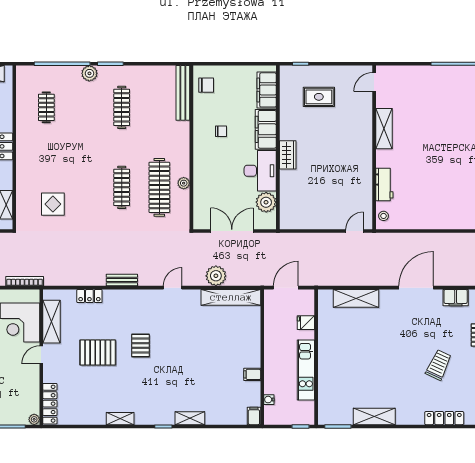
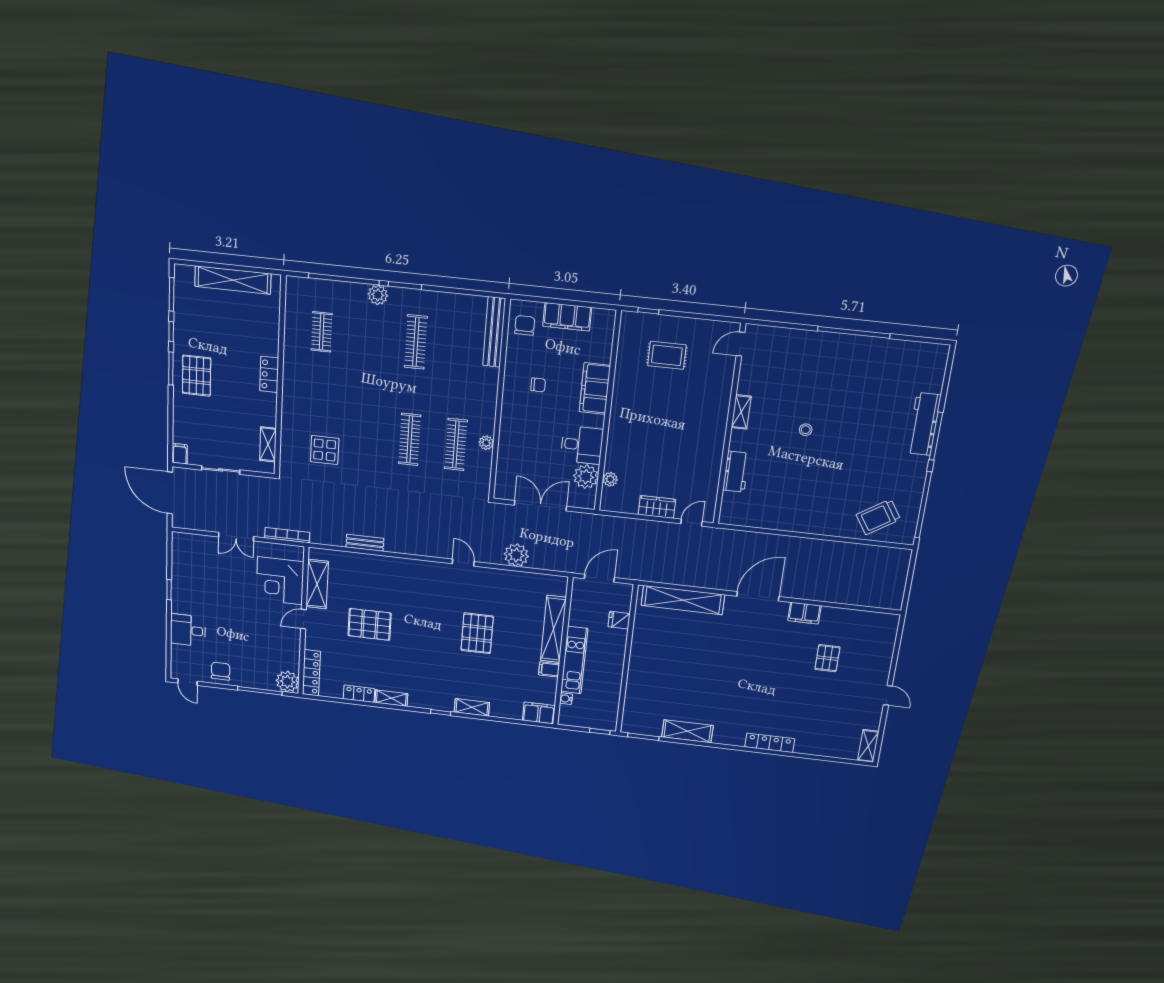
chair: (206, 85) -> (525, 325), turned -90
filing cabinet: (267, 90) -> (567, 317), moved, turned -90
shelving: (384, 129) -> (741, 412), width x0.67, depth x0.75
wardrobe: (288, 155) -> (657, 507), moved, turned -90
desk: (260, 171) -> (582, 445), width x0.73
clothes rail: (159, 187) -> (456, 444), width x0.73, depth x0.76
plant: (286, 202) -> (610, 479), added
stool: (384, 216) -> (806, 430), moved
bench: (122, 280) -> (365, 543), moved
door: (173, 288) -> (463, 563), hinge flipped
locker: (89, 296) -> (359, 694), moved, turned 180
shelving: (231, 297) -> (553, 629), moved, turned 90
shelving: (356, 298) -> (683, 600), width x1.47
pallet: (141, 345) -> (477, 633), moved, width x1.50, depth x1.42
trolley: (439, 365) -> (772, 685), removed
kitchen unit: (306, 370) -> (574, 660), moved, turned 180
filing cabinet: (254, 416) -> (539, 713), width x2.00
plant: (34, 419) -> (287, 682), width x1.87, depth x1.87

